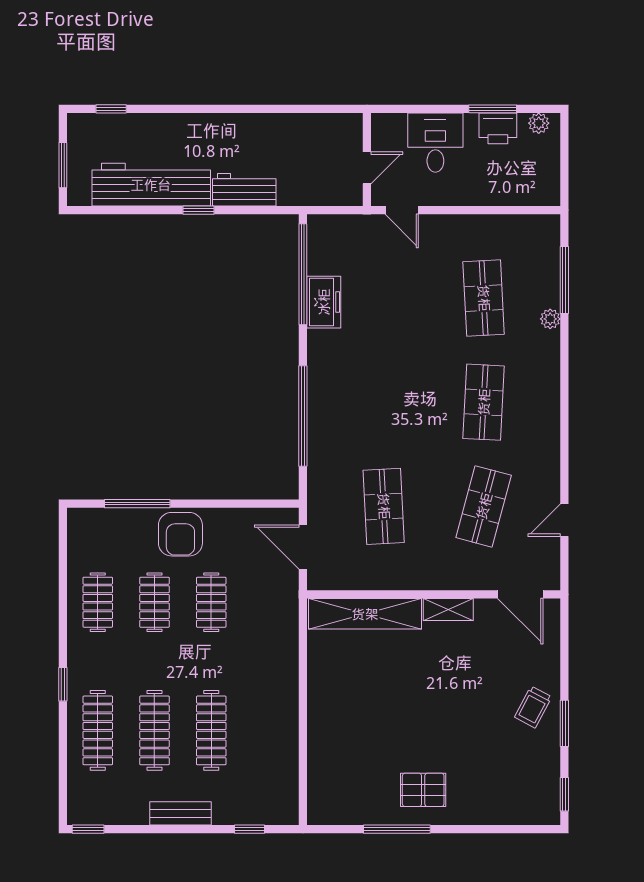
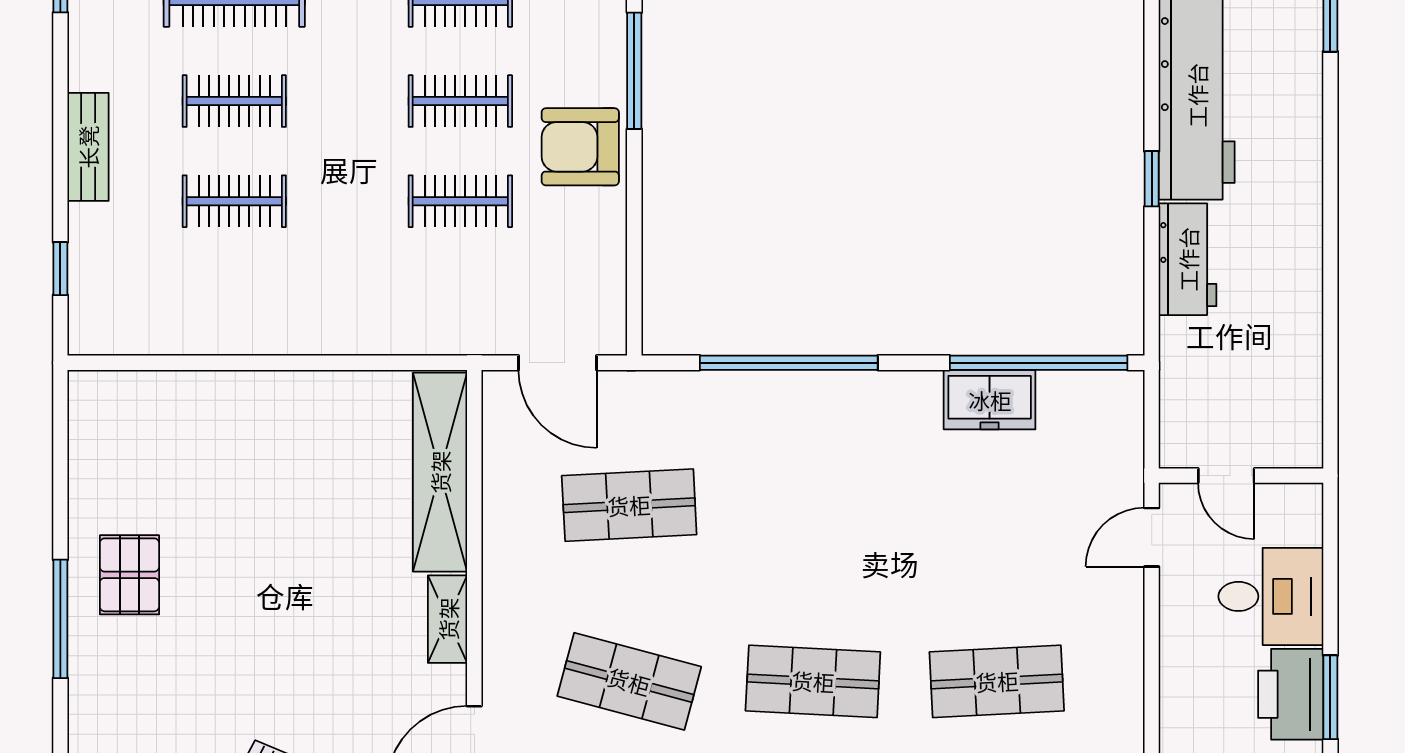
printer: (498, 128) -> (1291, 694), width x1.37, depth x1.19
door: (303, 547) -> (557, 363), swing flipped
clothes rail: (154, 730) -> (234, 101), width x0.73
clothes rail: (211, 730) -> (234, 201), width x0.73
window: (397, 829) -> (60, 619), moved

